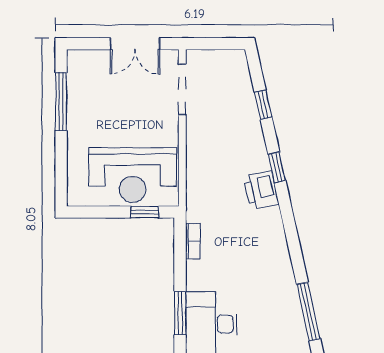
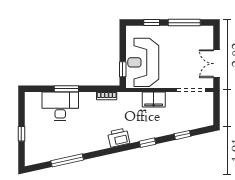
filing cabinet: (199, 156) -> (154, 100), added
window: (61, 160) -> (152, 23), added
printer: (261, 190) -> (119, 138), moved

